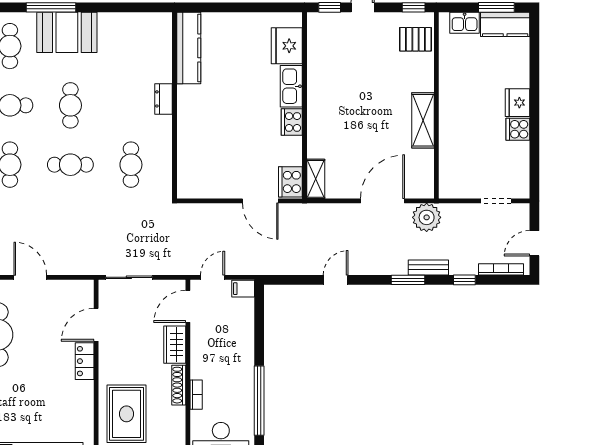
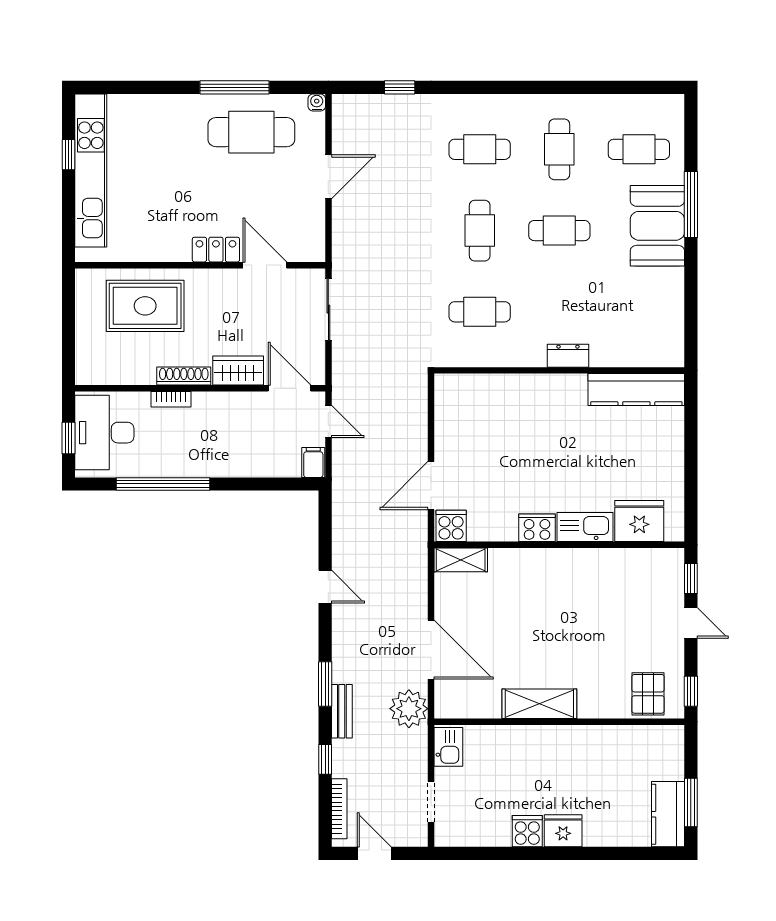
kitchen sink: (465, 23) -> (448, 747), moved, turned 180
cooker: (290, 182) -> (451, 526), width x0.73

